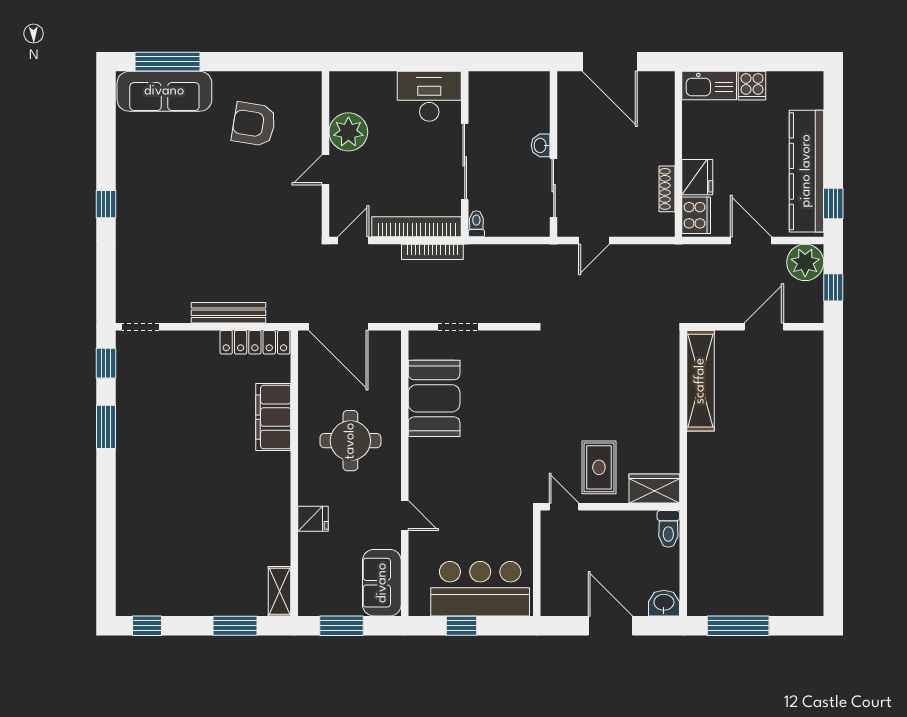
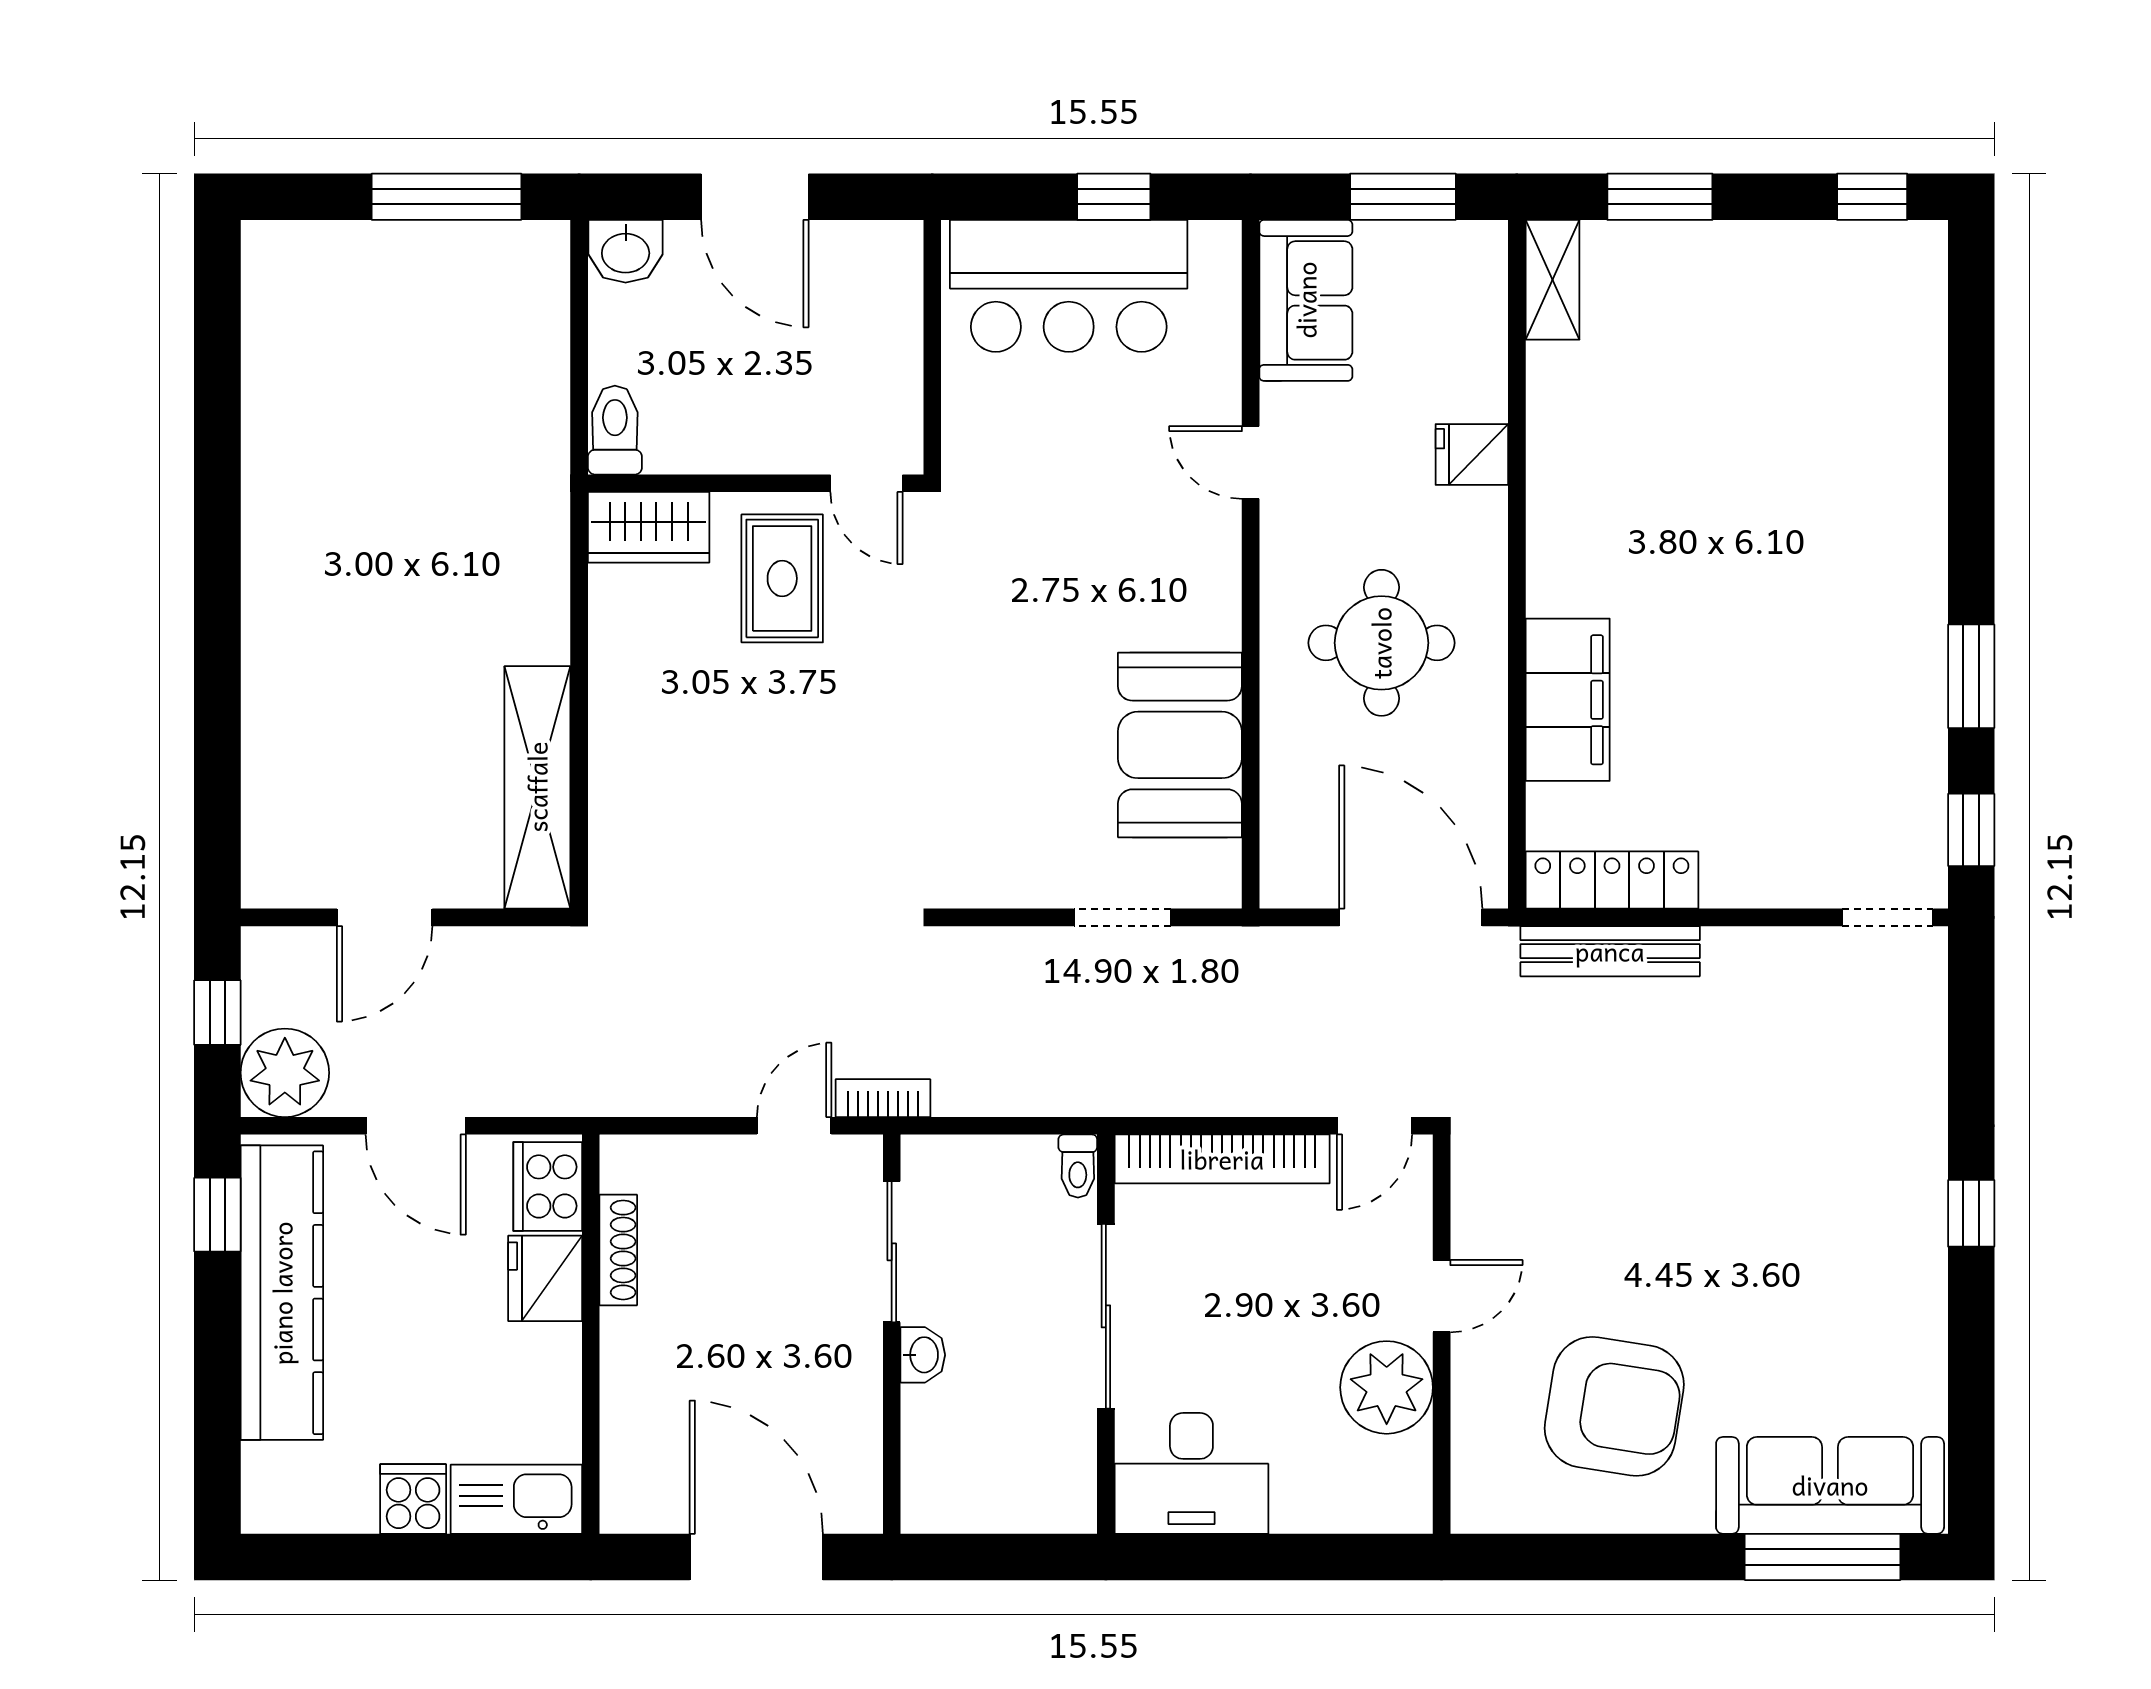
armchair: (254, 124) -> (1614, 1406), width x1.36, depth x1.36
bookcase: (432, 252) -> (883, 1098), moved, width x0.64
bench: (229, 313) -> (1610, 951), moved

